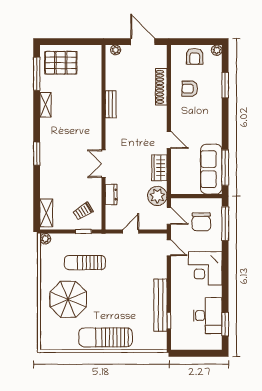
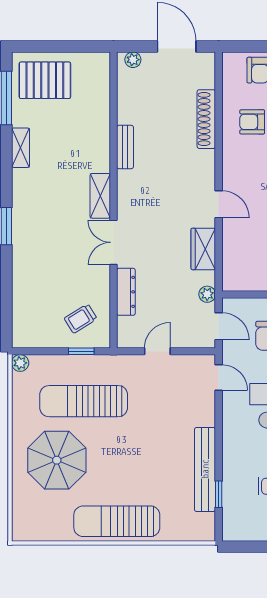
dresser: (111, 194) -> (126, 292), width x1.44
plant: (157, 196) -> (207, 294), width x0.53, depth x0.53
shelving: (46, 213) -> (100, 196), moved
sun lounger: (85, 263) -> (84, 401), width x1.36, depth x1.34

